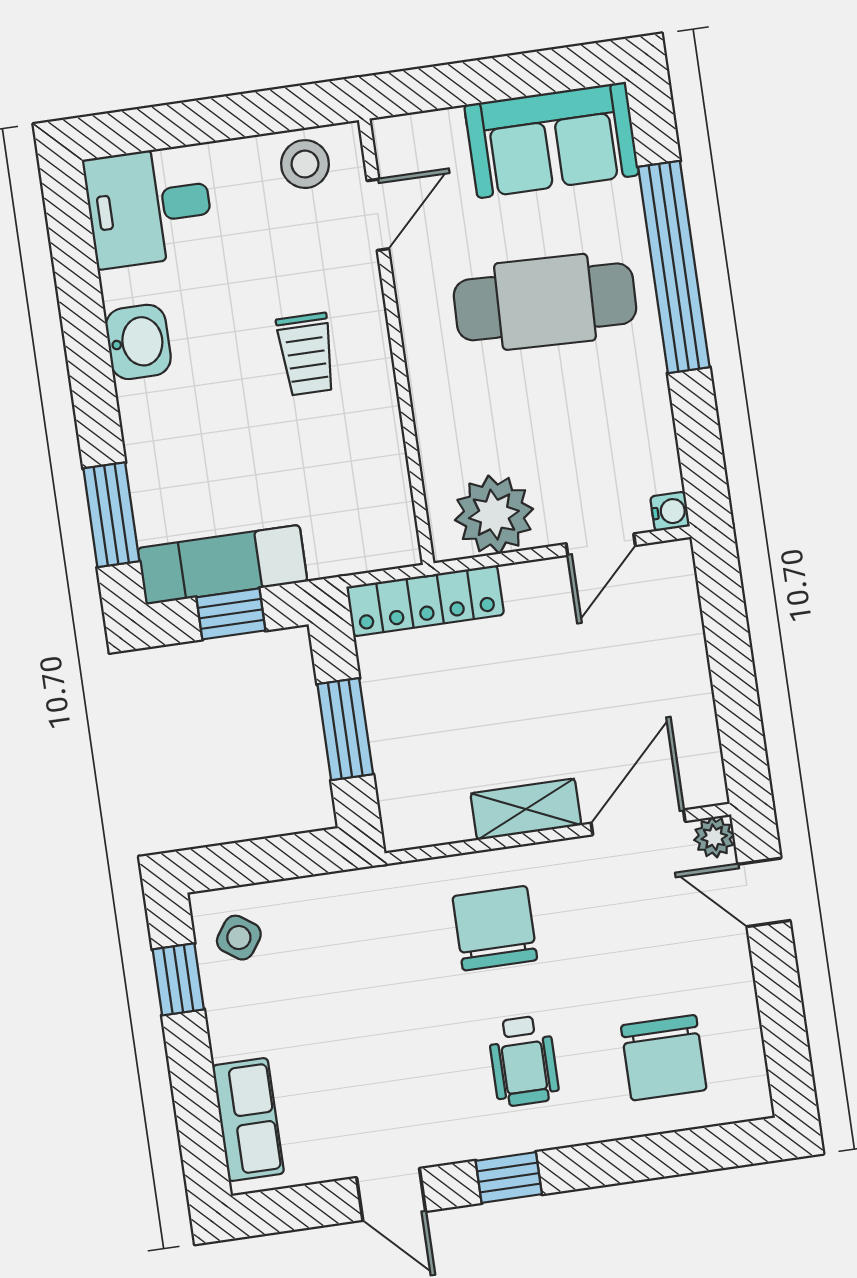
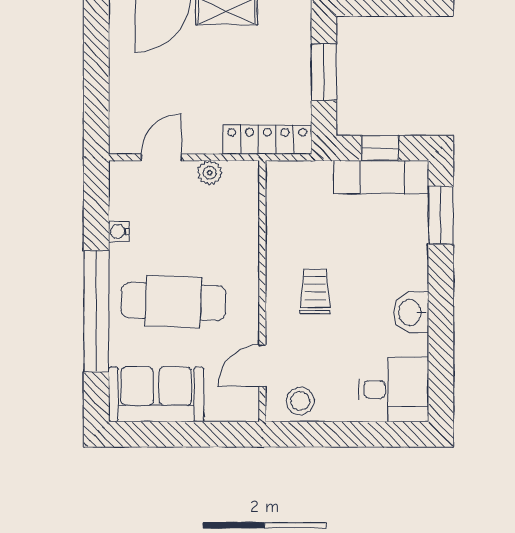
water cooler: (670, 511) -> (119, 232), moved
plant: (494, 515) -> (210, 173), width x0.53, depth x0.53

